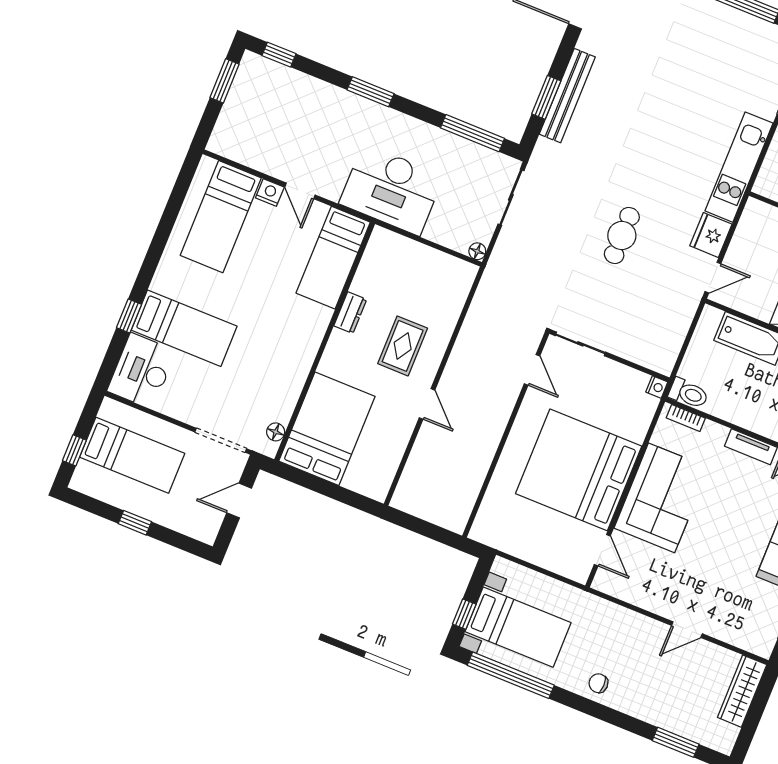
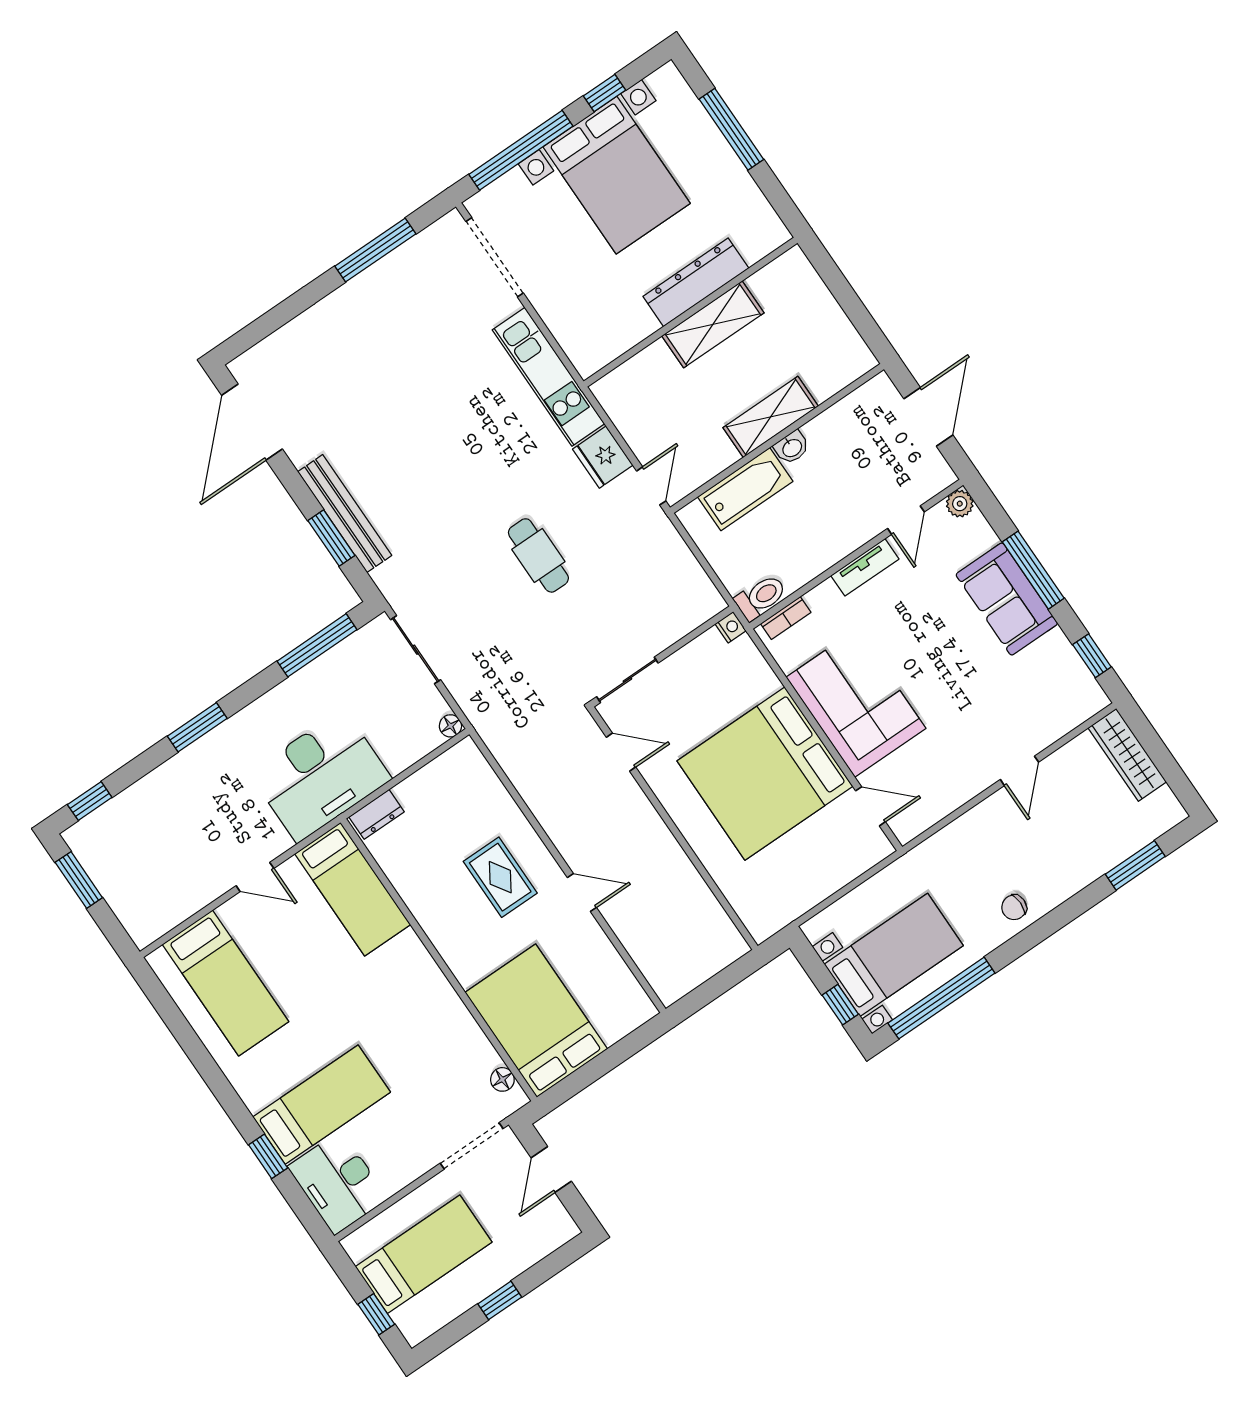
nightstand: (270, 193) -> (235, 911), removed
dresser: (350, 313) -> (377, 814), moved, turned 90

